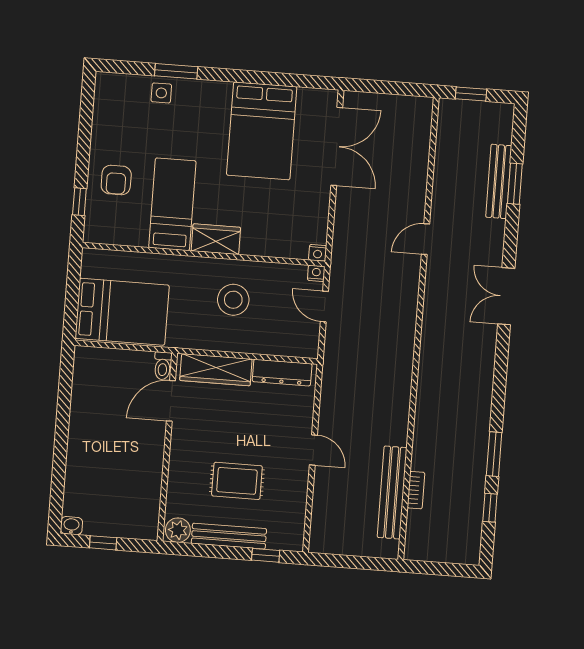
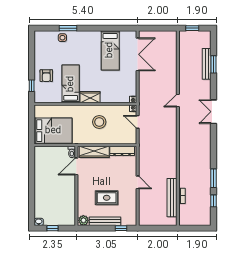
bed: (262, 131) -> (110, 50), width x0.67
door: (425, 239) -> (178, 100), moved

